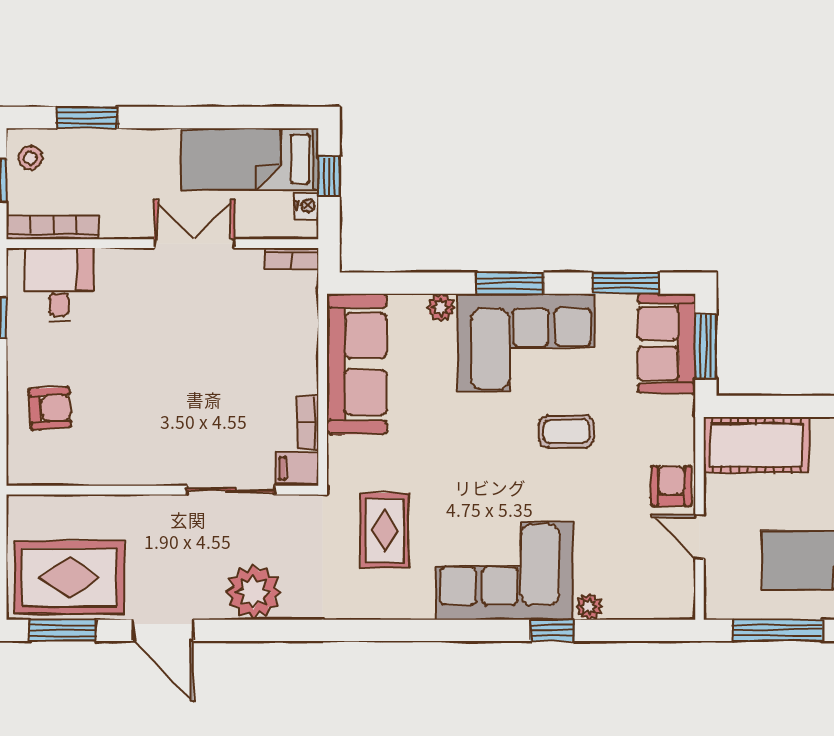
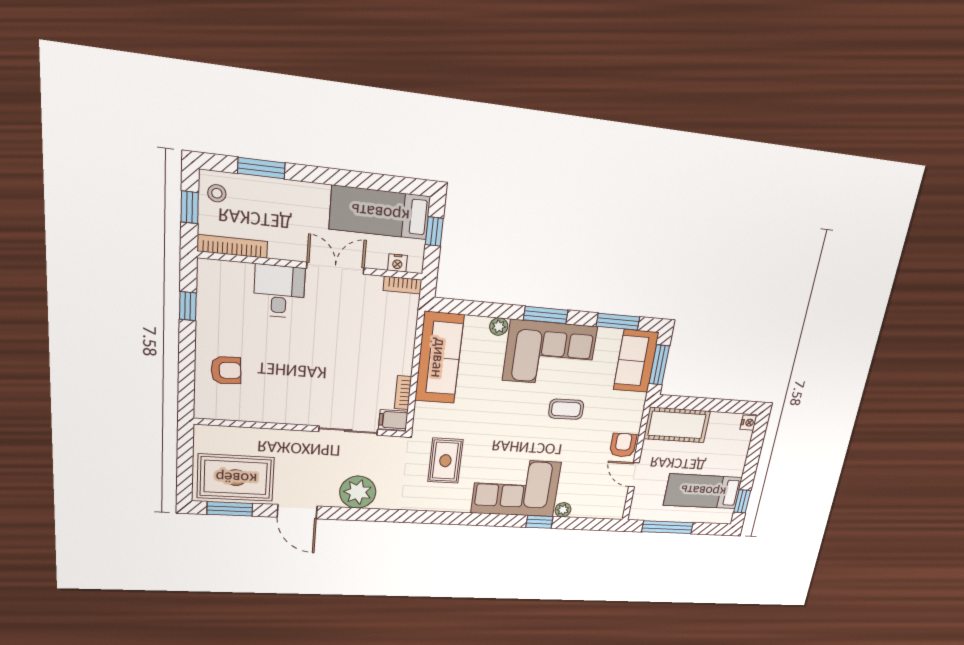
nightstand: (306, 205) -> (397, 263), moved, turned 90
desk: (59, 285) -> (279, 291), moved

